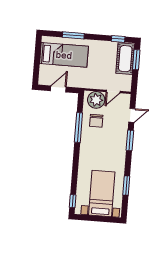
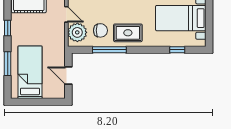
window: (118, 39) -> (8, 28), moved
rug: (92, 145) -> (128, 33), added
window: (73, 201) -> (177, 50), moved

